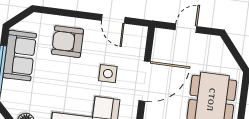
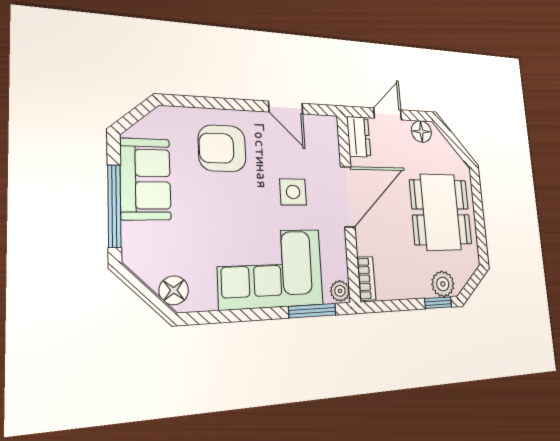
dresser: (161, 42) -> (359, 137), added
floor lamp: (210, 43) -> (421, 131), added

